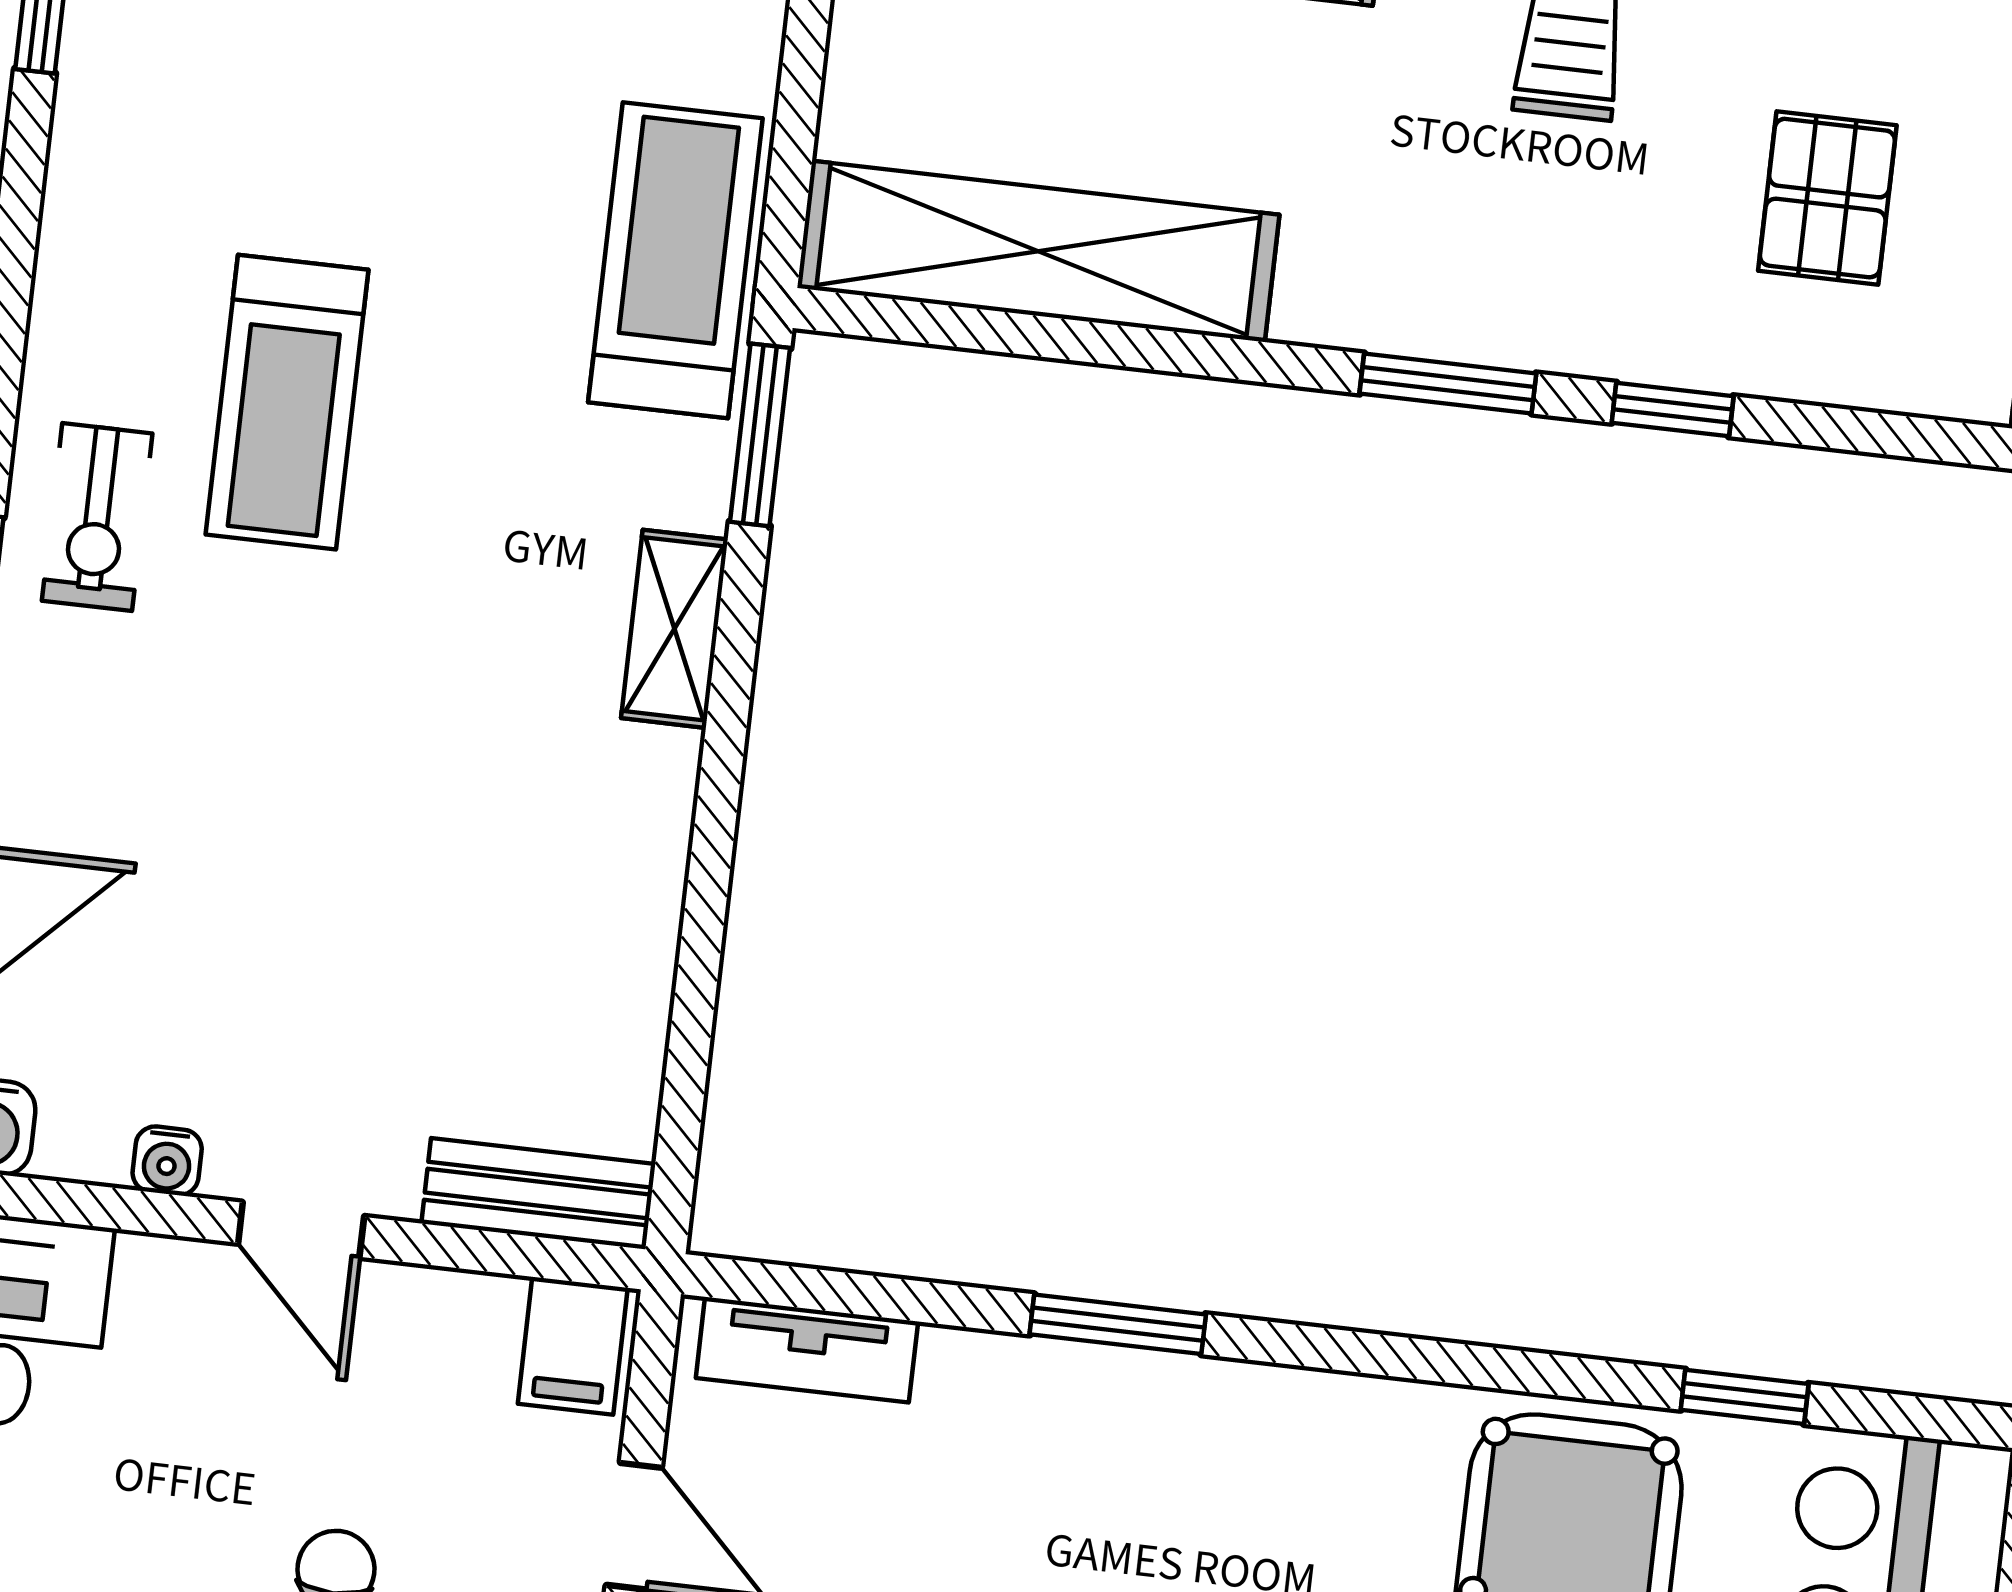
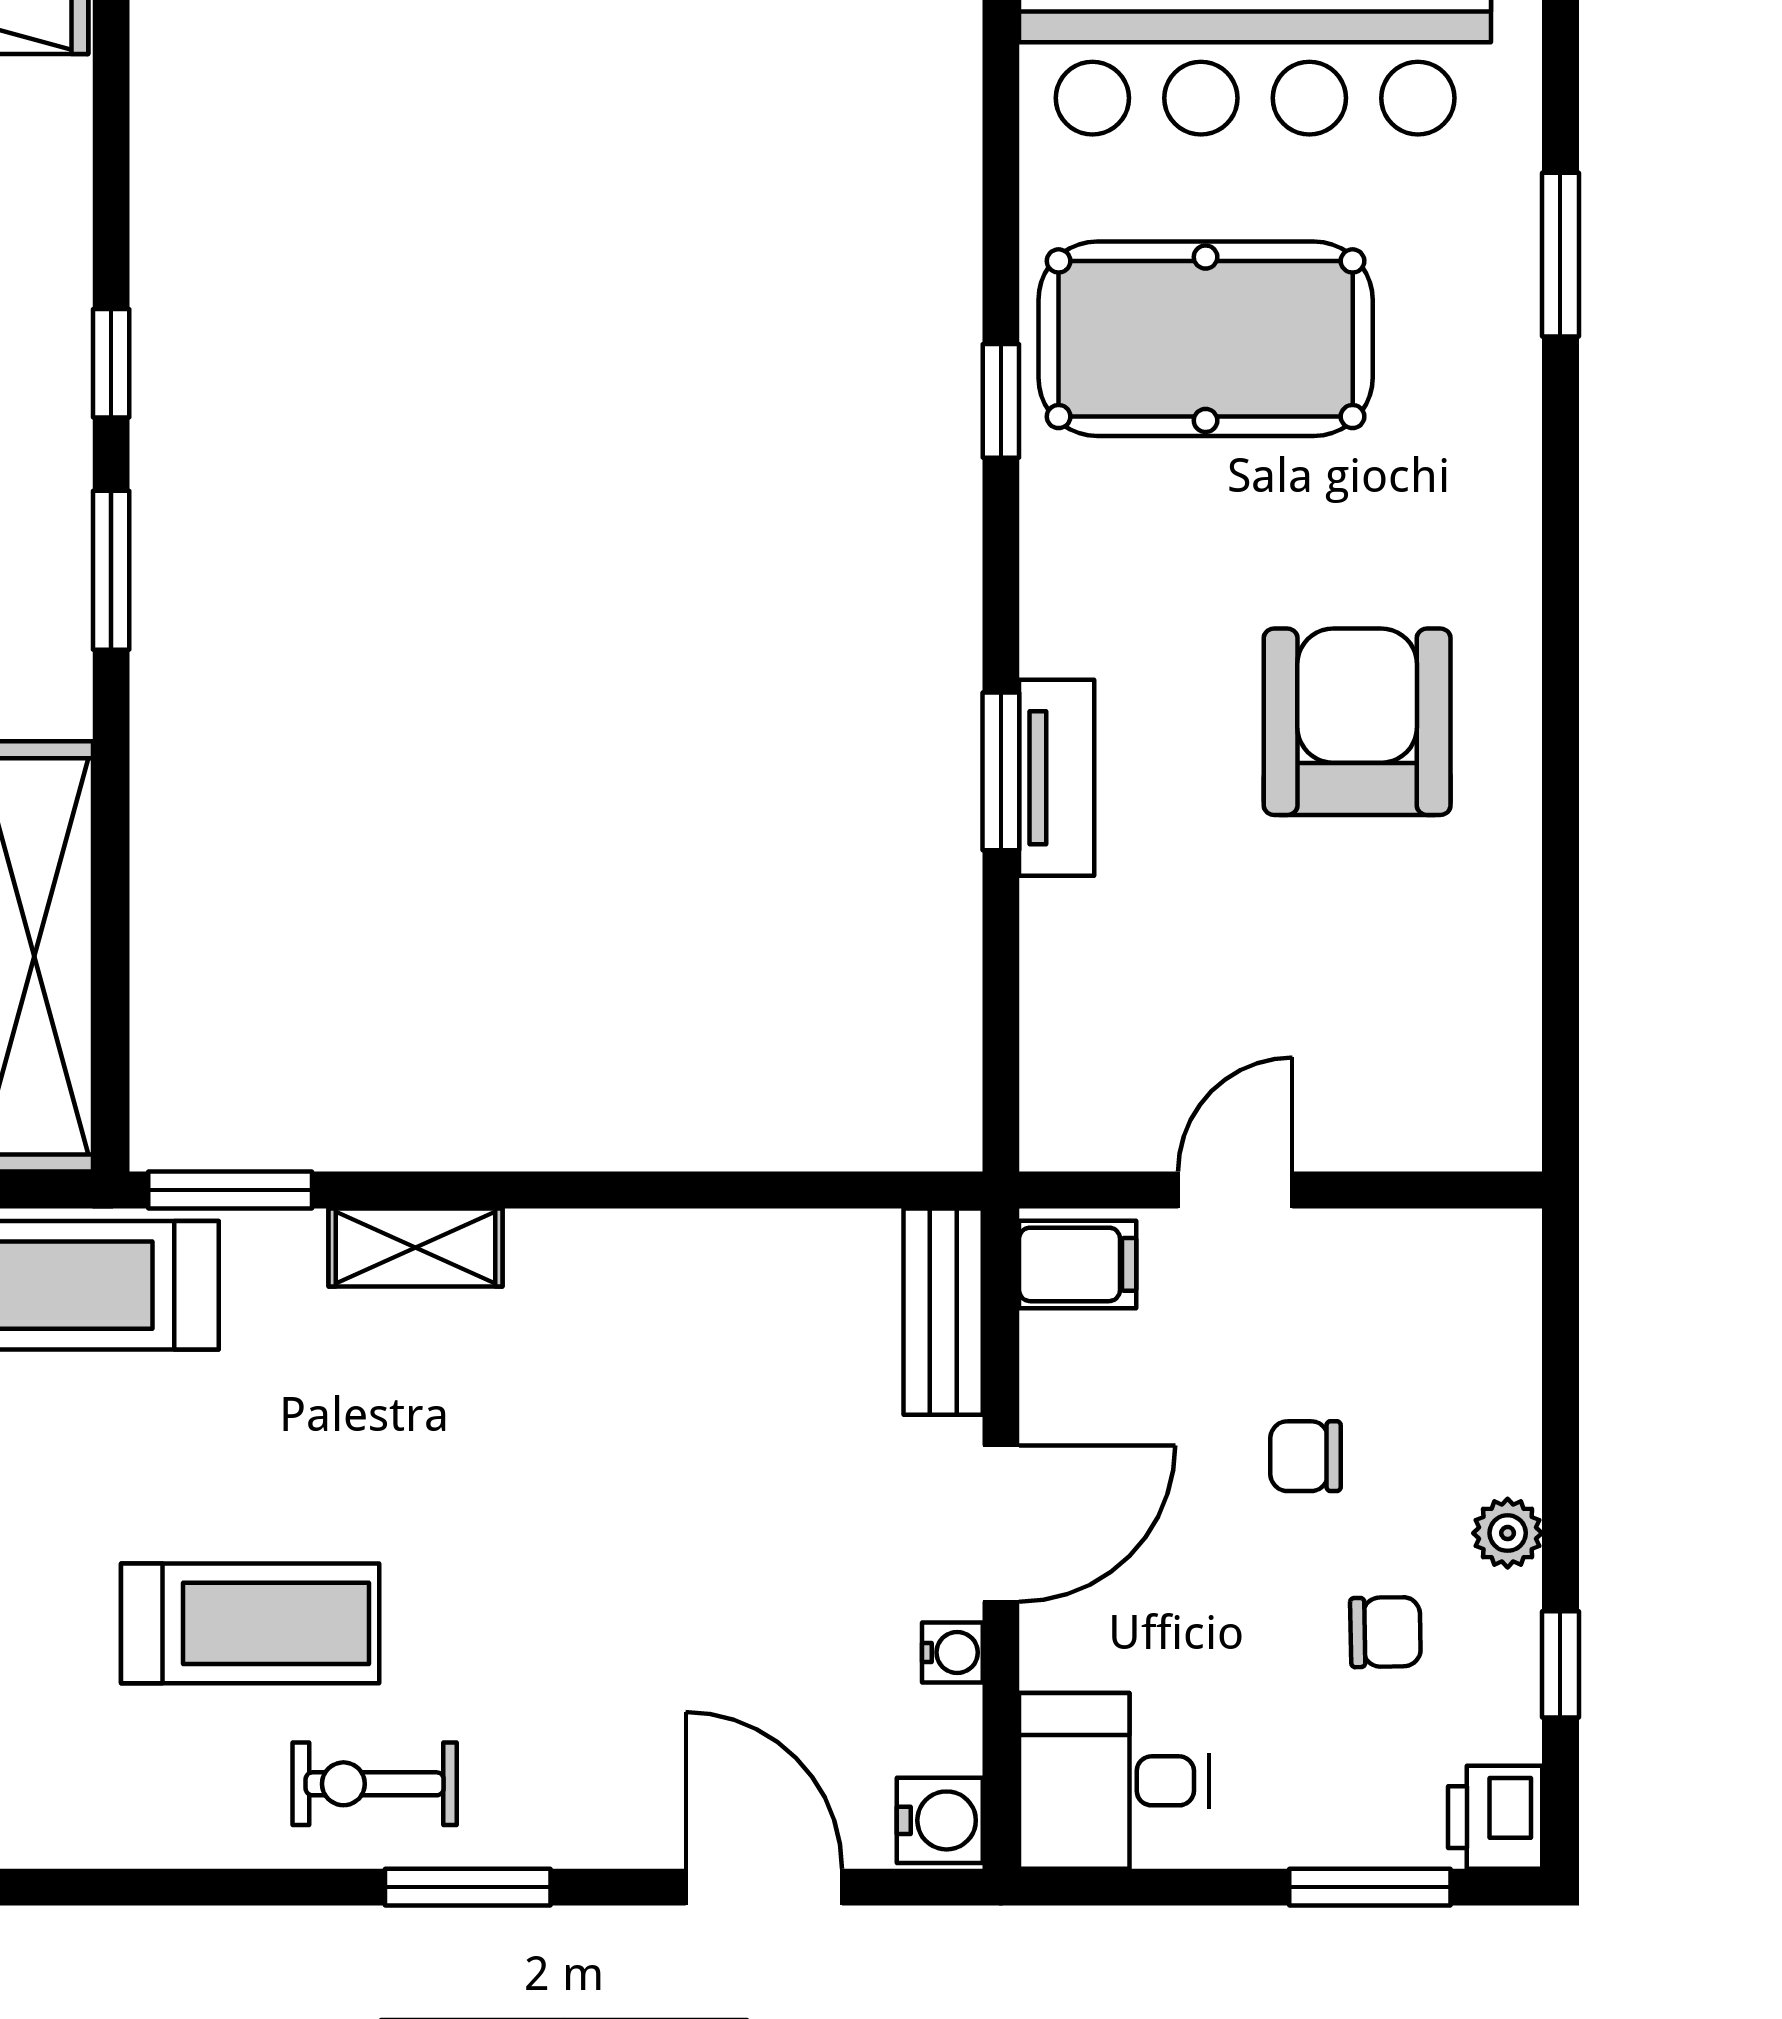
exercise bike: (97, 517) -> (375, 1784), turned 180
door: (301, 1230) -> (1001, 1523), width x1.38
tv unit: (807, 1350) -> (1057, 778), moved
window: (1745, 1397) -> (1001, 401), moved

